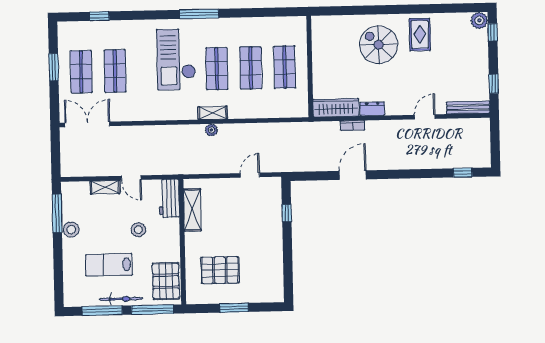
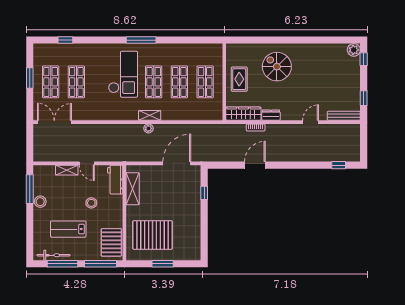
rug: (420, 34) -> (239, 79), moved
checkout: (176, 59) -> (123, 74), turned 180
door: (250, 175) -> (177, 163), width x1.87
pallet: (220, 270) -> (153, 235), width x1.37, depth x1.41
bicycle: (121, 299) -> (53, 255), moved

